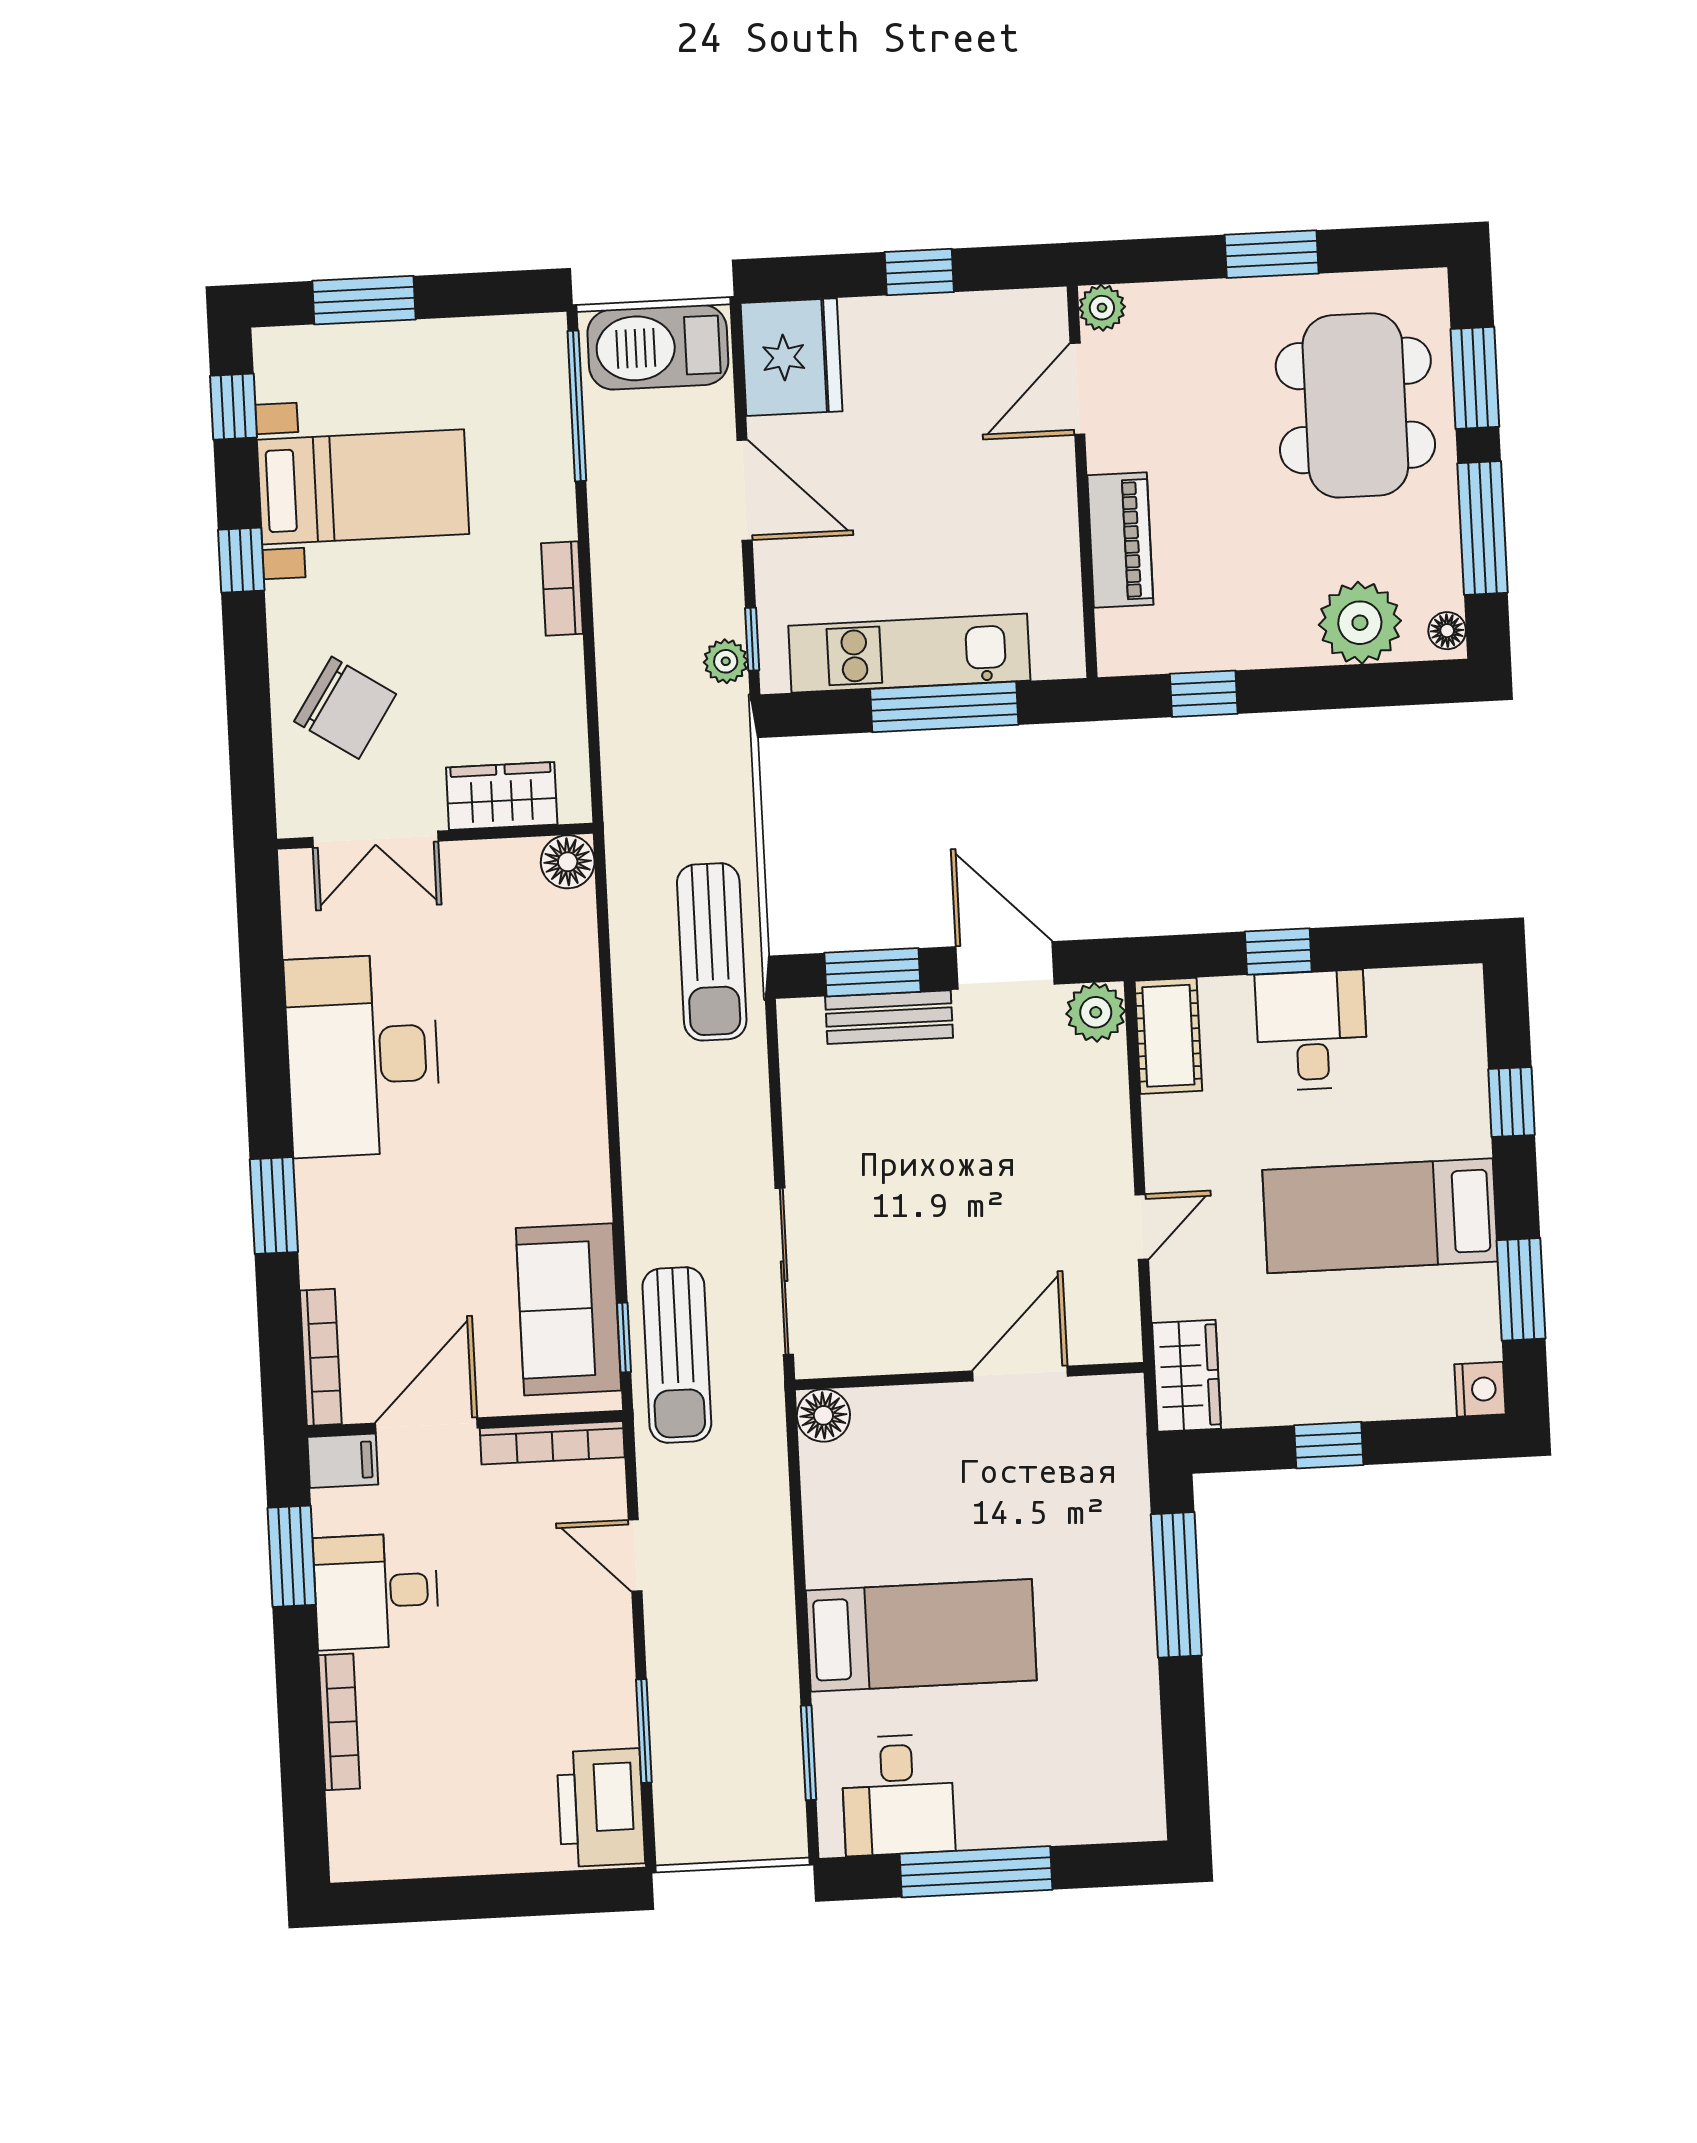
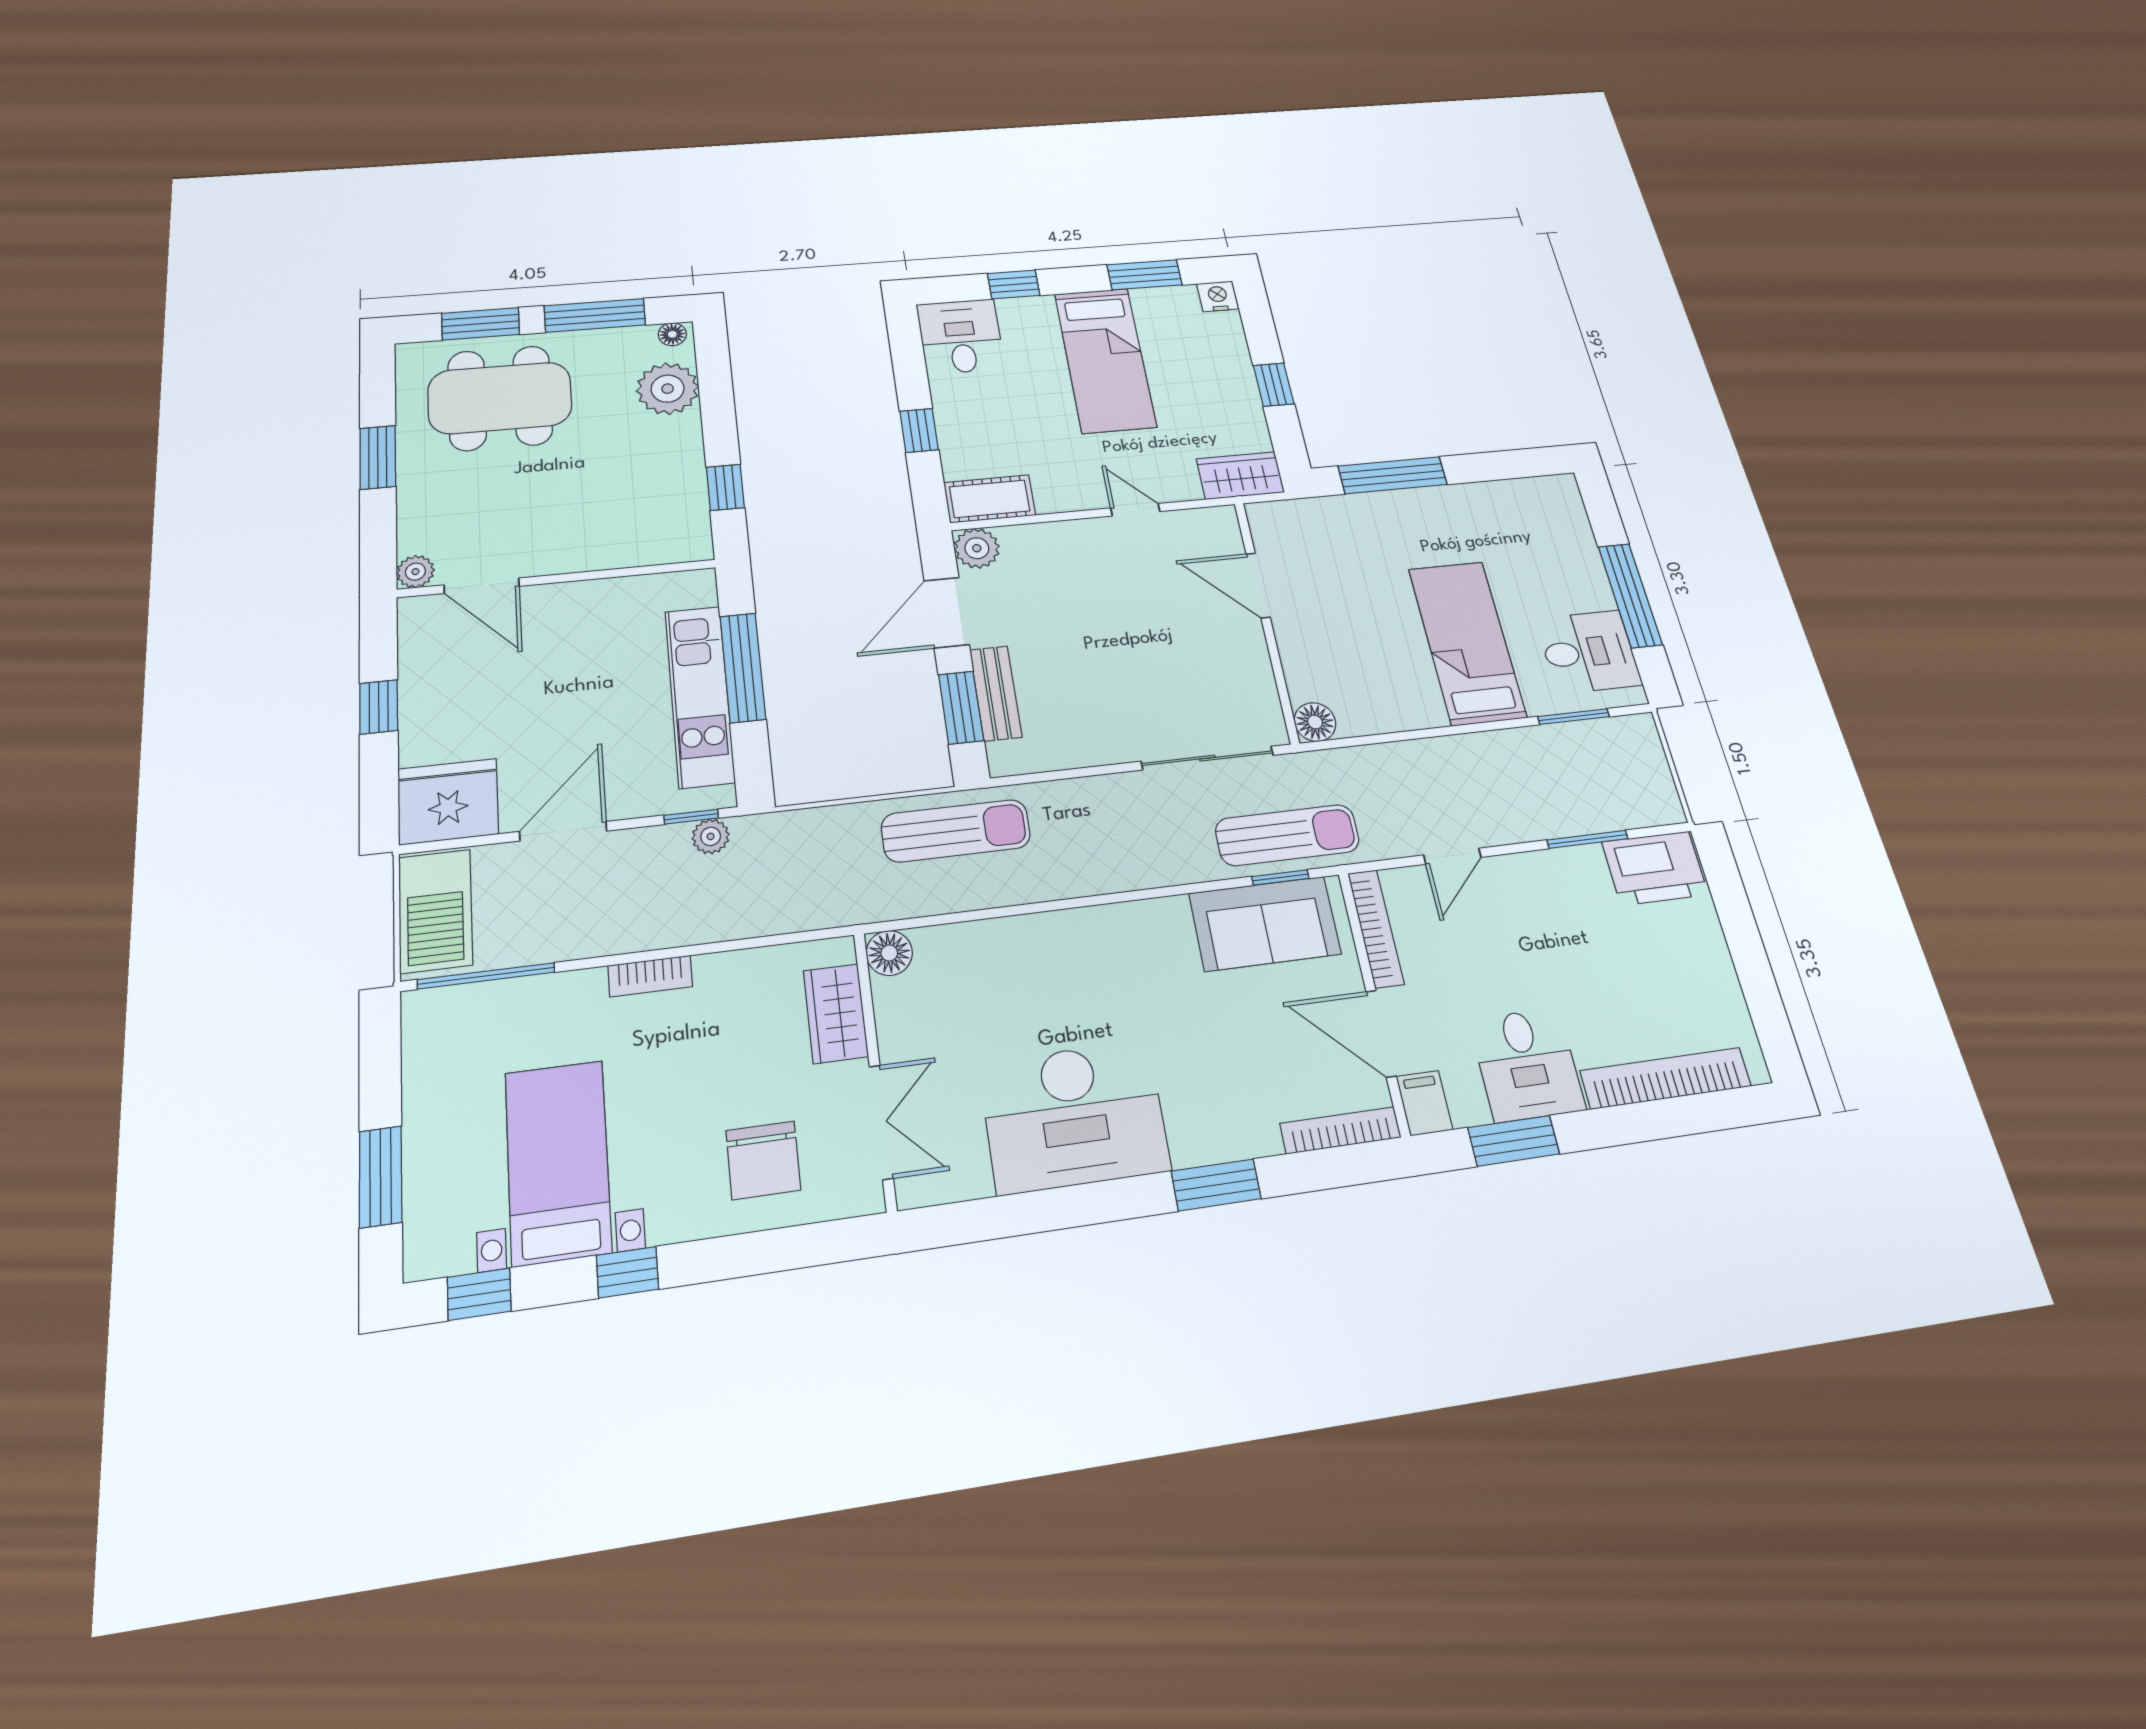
piano: (1120, 540) -> (605, 550), removed
chair: (345, 708) -> (763, 1160), turned 147
desk: (1312, 1030) -> (961, 337), moved, turned 90
bookcase: (339, 1722) -> (1666, 1078), width x1.48, depth x1.31

